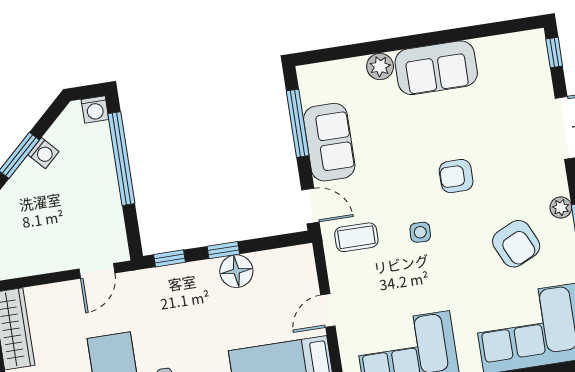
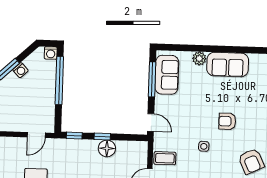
sofa: (329, 142) -> (167, 75), moved
coffee table: (356, 237) -> (165, 158), moved

